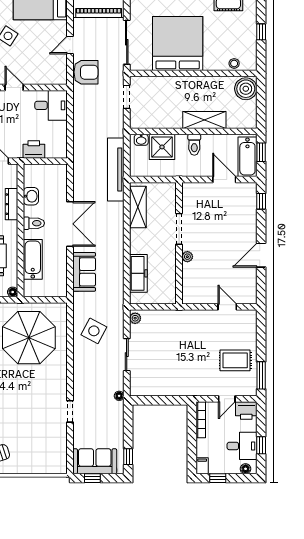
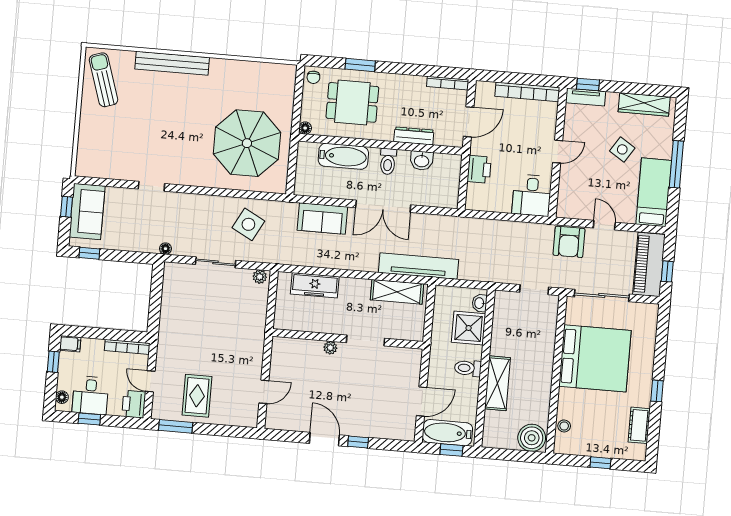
tv unit: (116, 169) -> (418, 266), moved
window: (261, 201) -> (358, 442), moved

